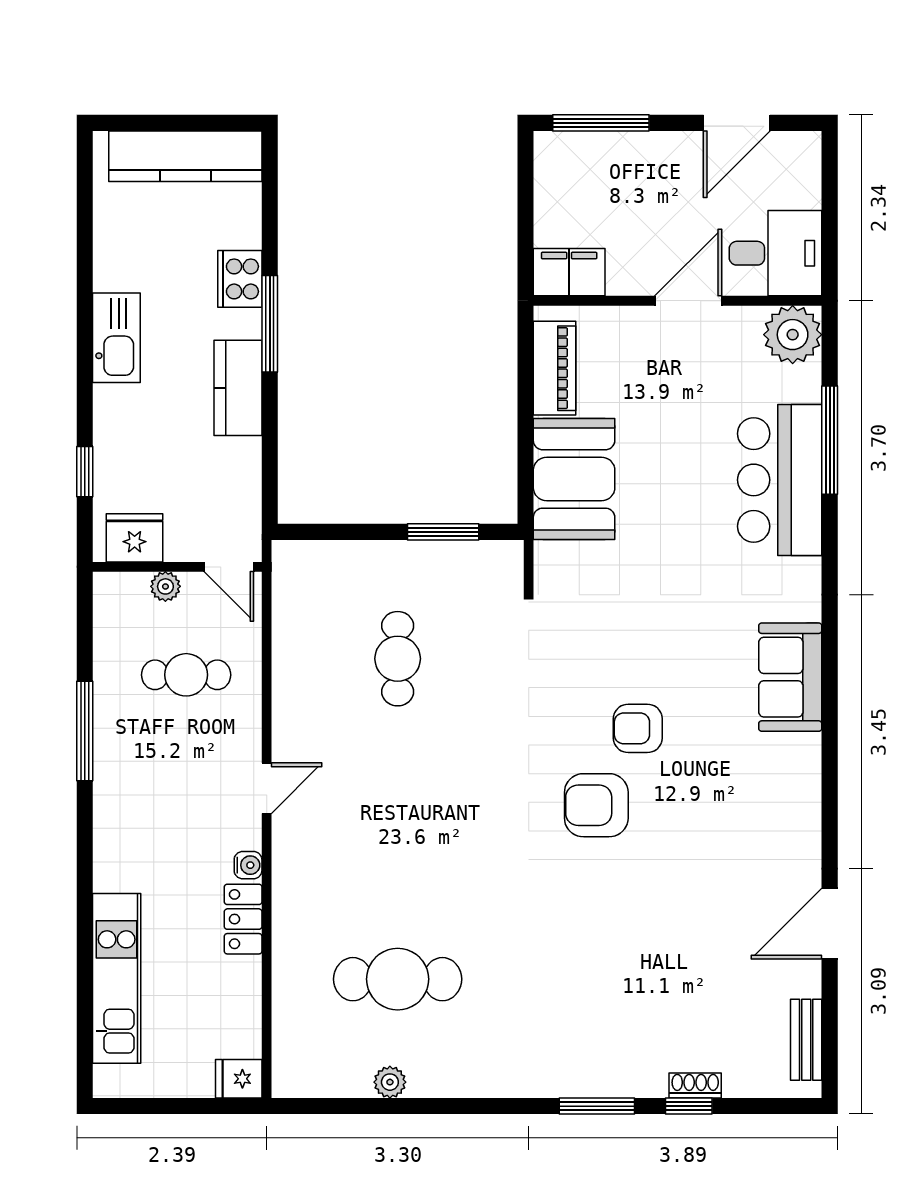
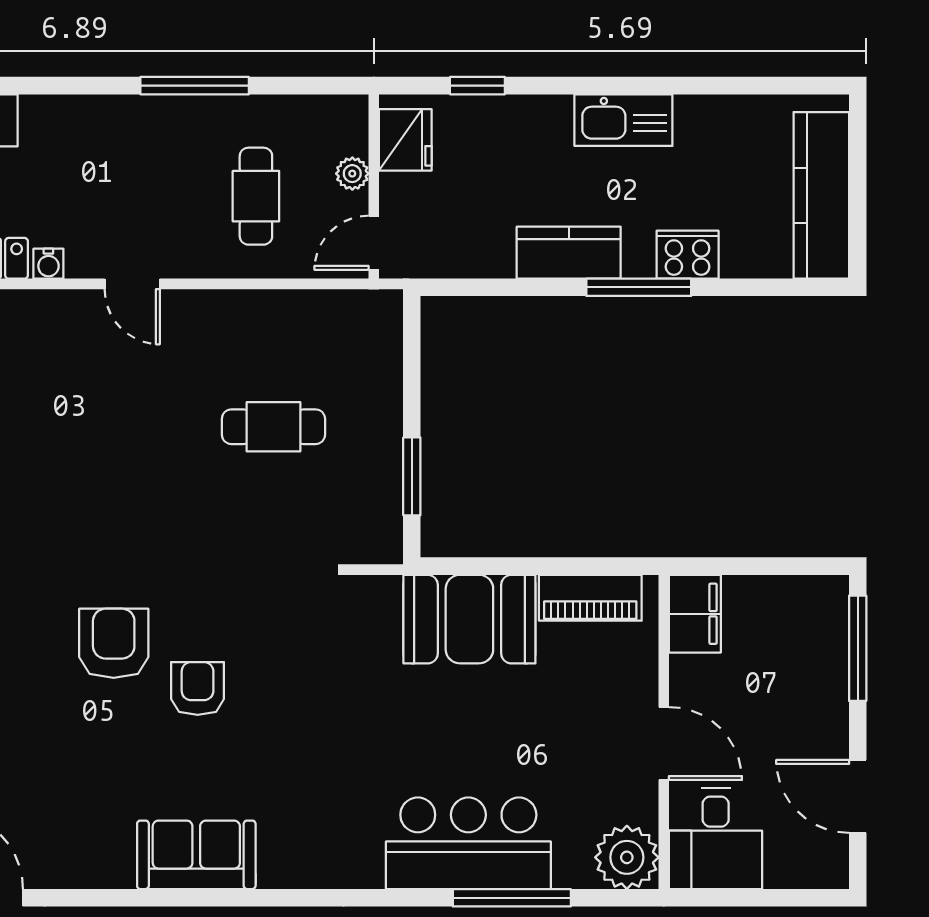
sofa: (790, 677) -> (196, 855), moved

